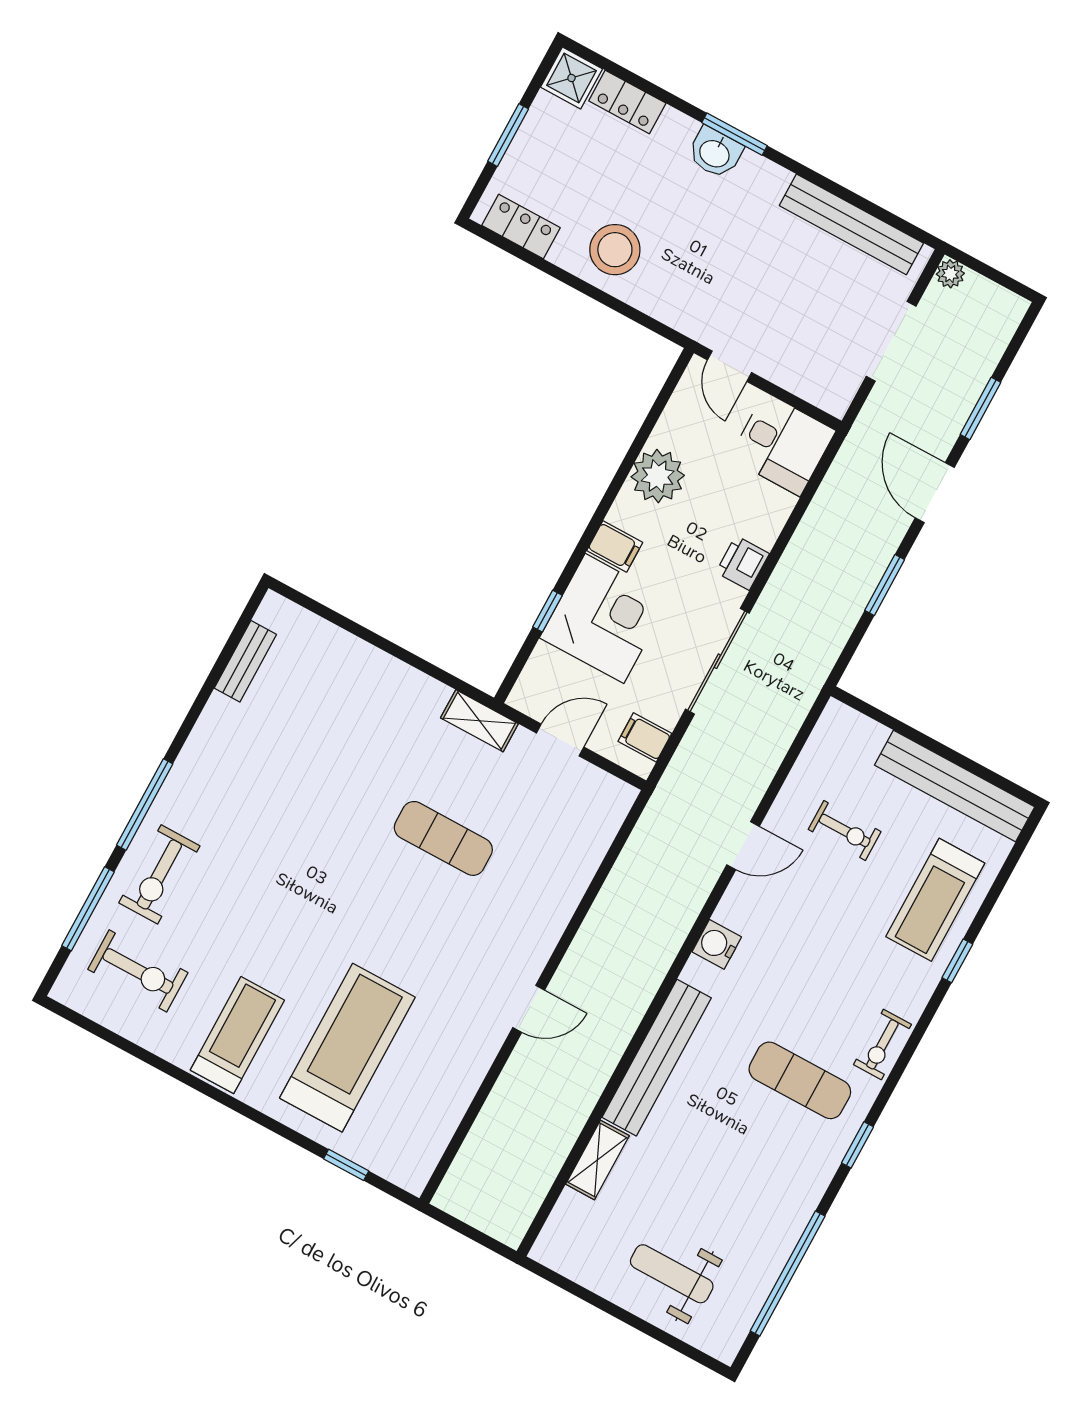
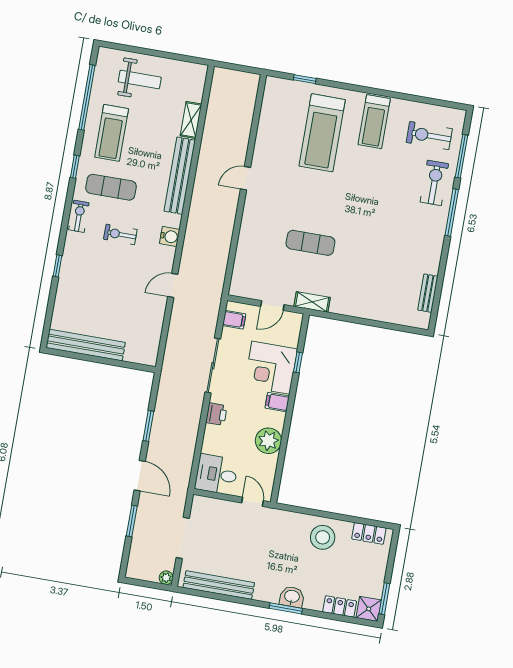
window: (508, 135) -> (384, 599), moved
exercise bike: (845, 830) -> (120, 234), moved
treadmill: (935, 900) -> (112, 133), moved, turned 180

